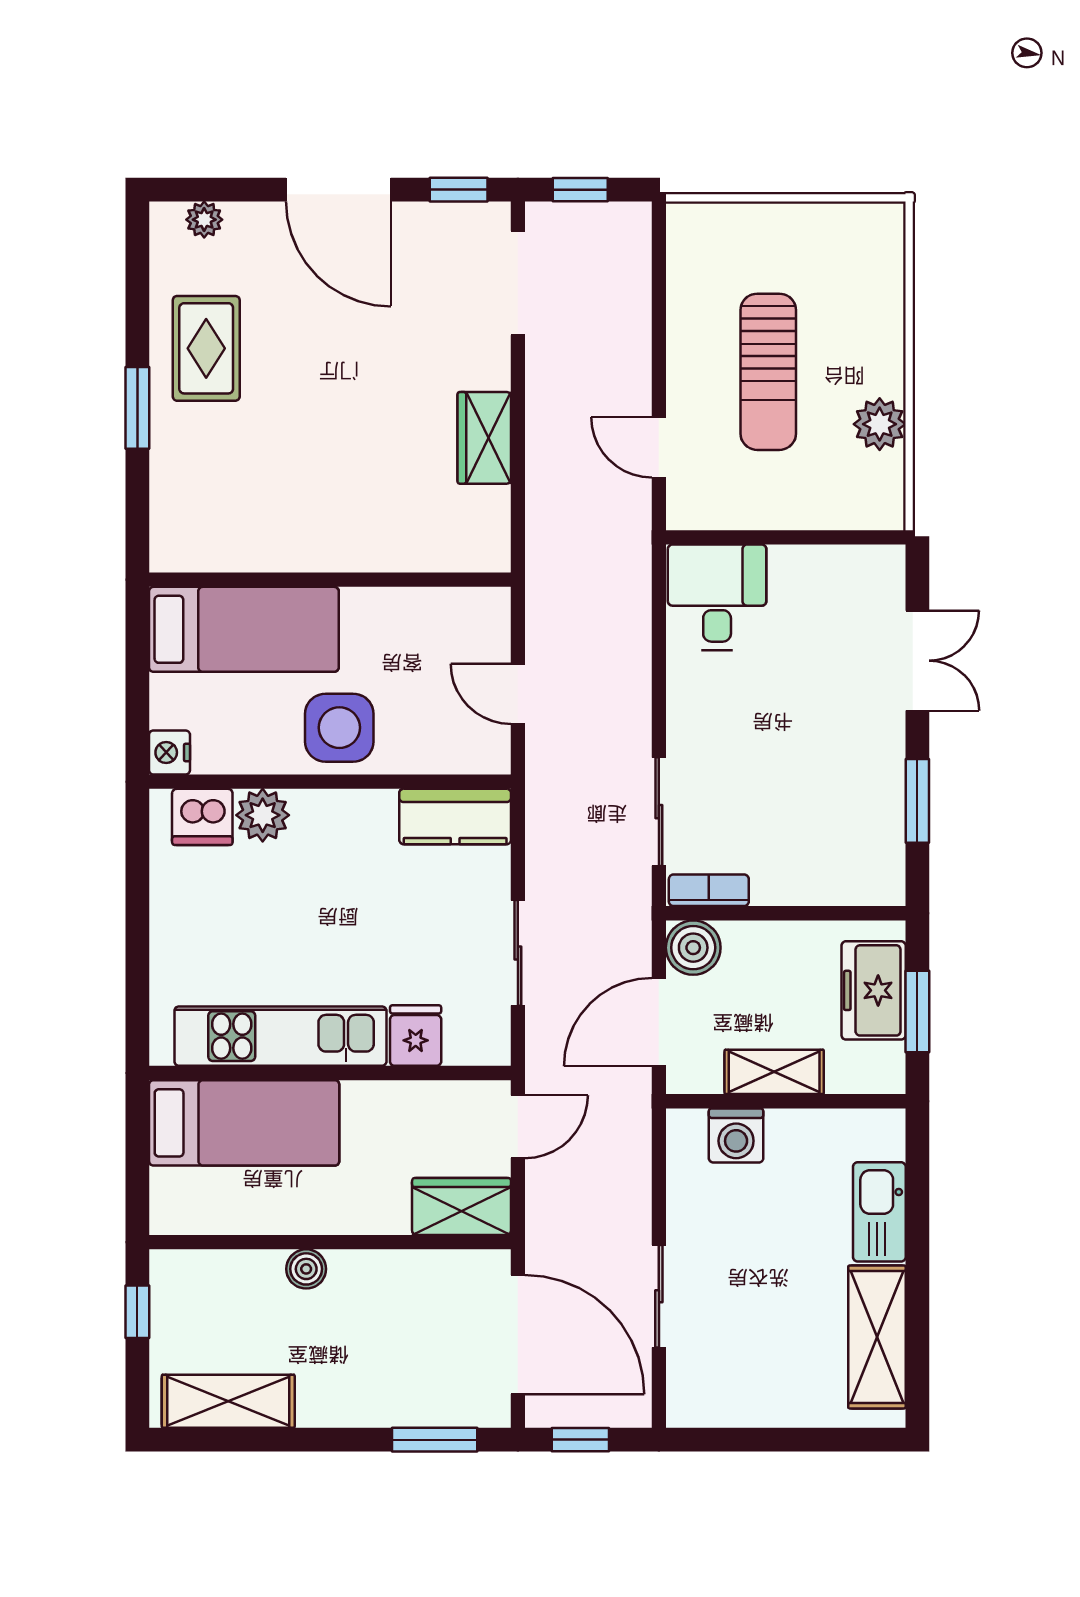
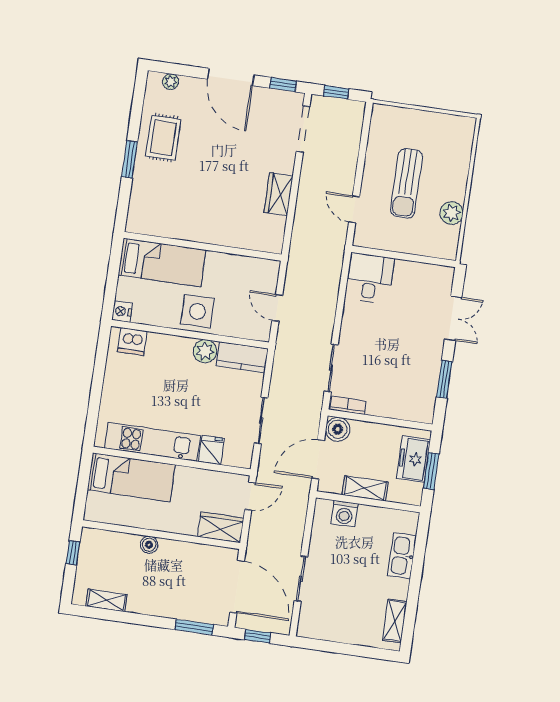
plant: (263, 815) -> (205, 351), moved
shelving: (877, 1337) -> (395, 621), width x0.67, depth x0.75
shelving: (228, 1401) -> (106, 600), width x0.67, depth x0.75

